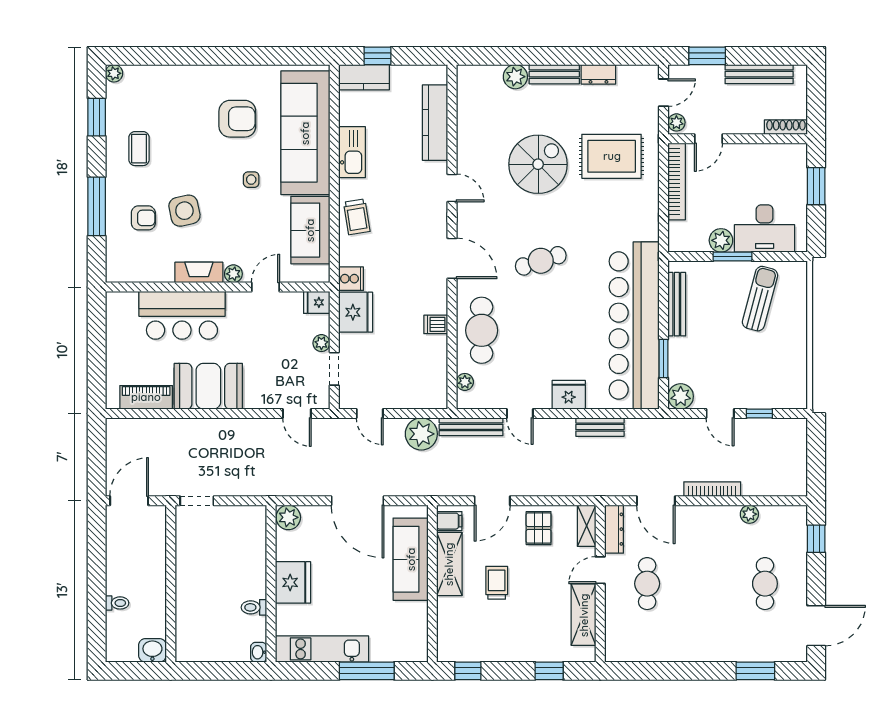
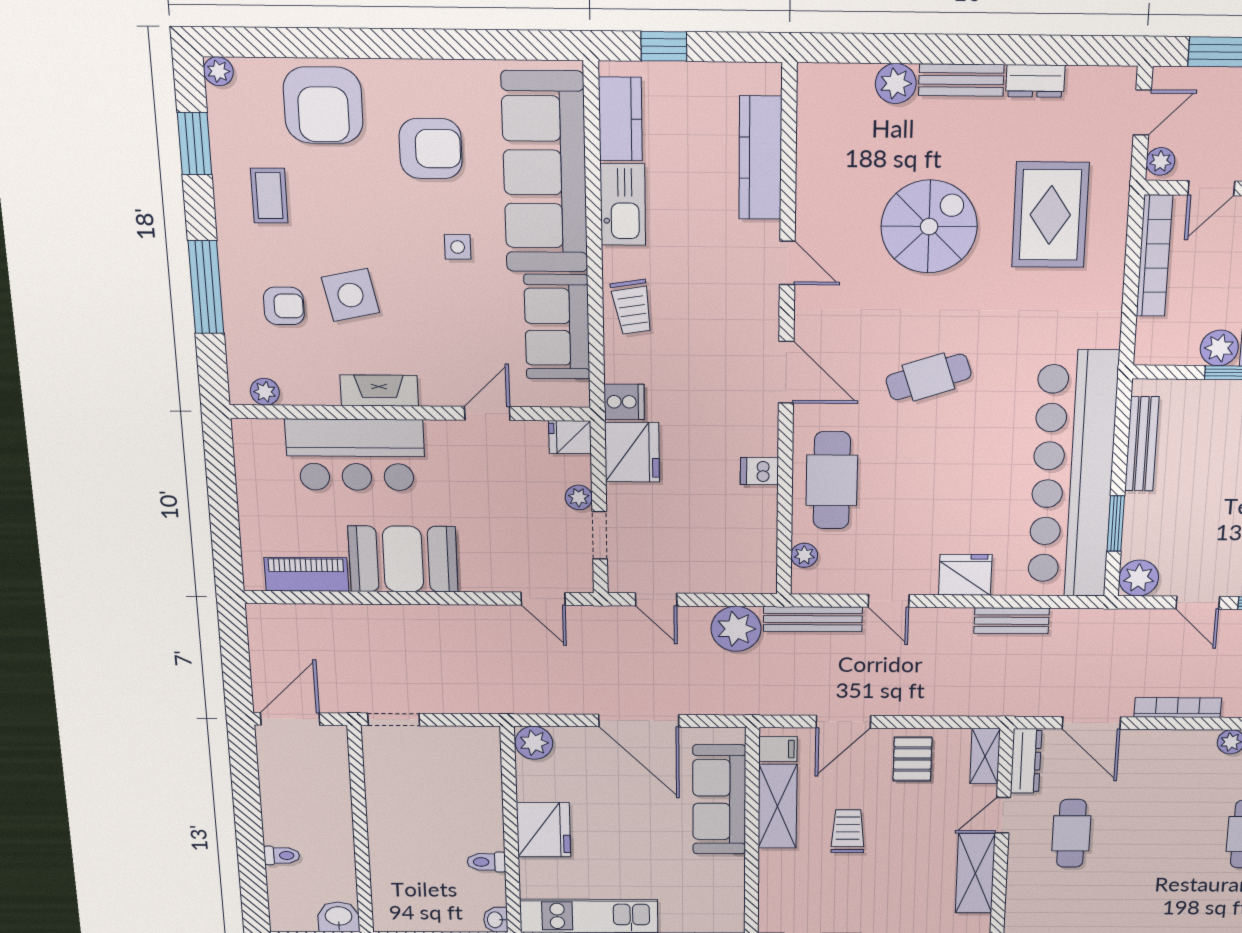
kitchen counter: (364, 77) -> (620, 119), moved, turned -90
armchair: (175, 93) -> (323, 105), added
rug: (612, 156) -> (1050, 215), turned 90
plant: (233, 274) -> (265, 392), moved

